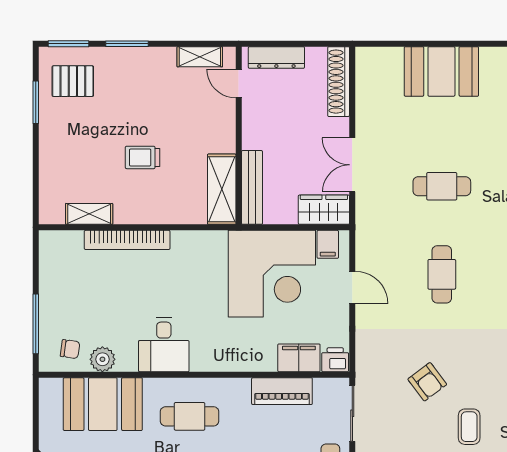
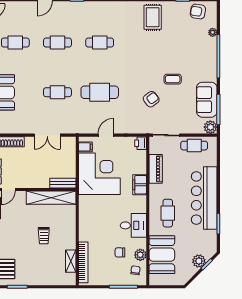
cafe table: (442, 186) -> (57, 92), turned 90
bench: (252, 187) -> (63, 183), width x0.73
shelving: (222, 189) -> (51, 198), width x1.47
wardrobe: (324, 210) -> (69, 149), removed
bookcase: (127, 240) -> (83, 262), moved
cafe table: (442, 274) -> (100, 92), width x1.37, depth x1.35
chair: (107, 317) -> (120, 252), added
filing cabinet: (299, 358) -> (140, 185), moved

